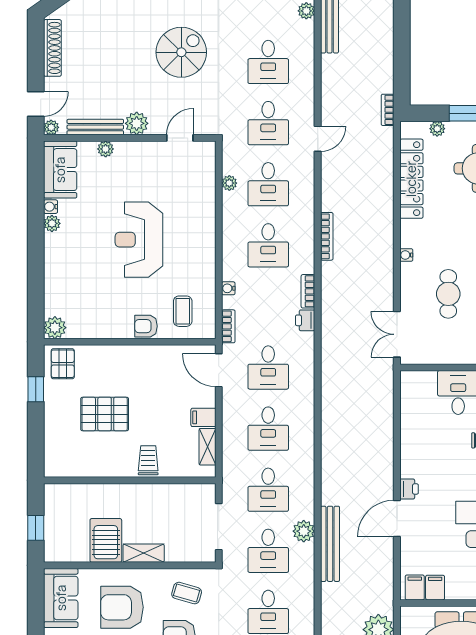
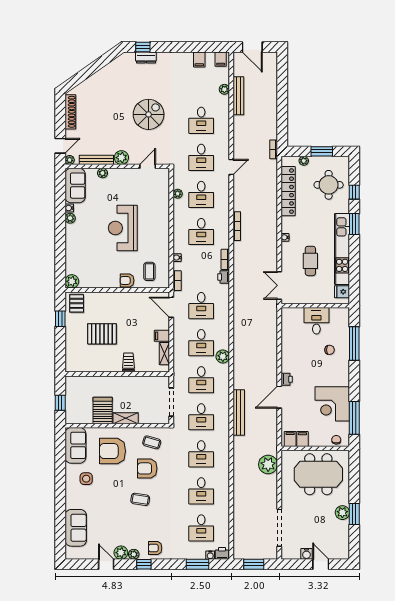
plant: (304, 531) -> (223, 356), moved

